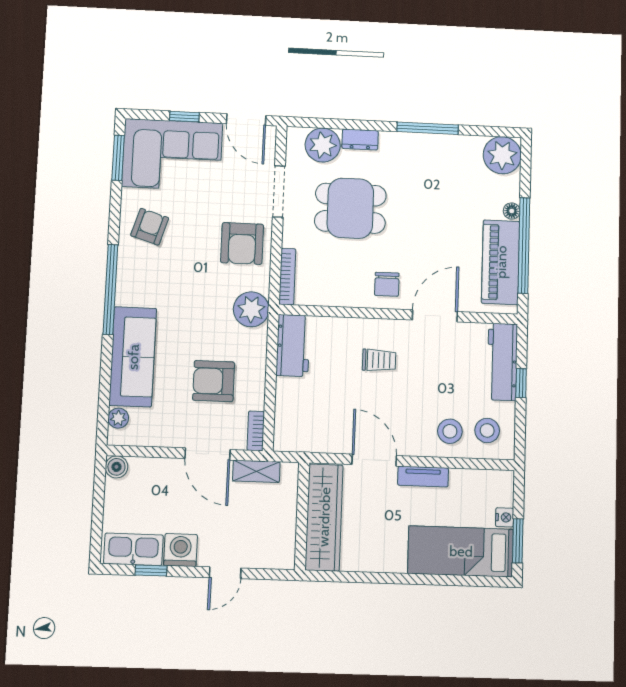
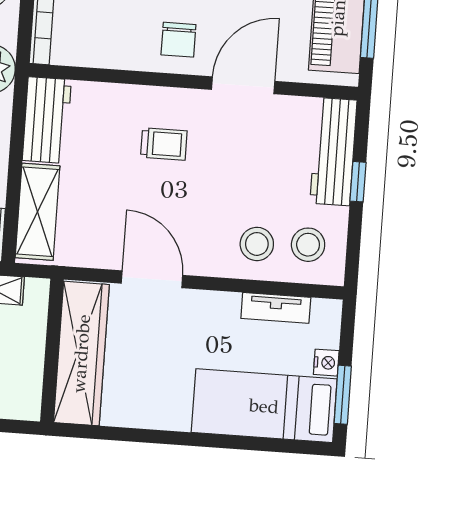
shelving: (288, 413) -> (37, 212), added
tv unit: (423, 476) -> (276, 308), moved

